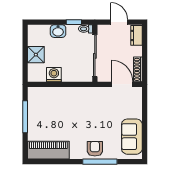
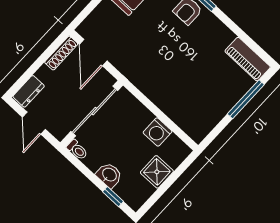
window: (74, 22) -> (113, 197), moved
window: (25, 117) -> (246, 99), moved
piano: (48, 150) -> (248, 59), width x0.73, depth x0.75

